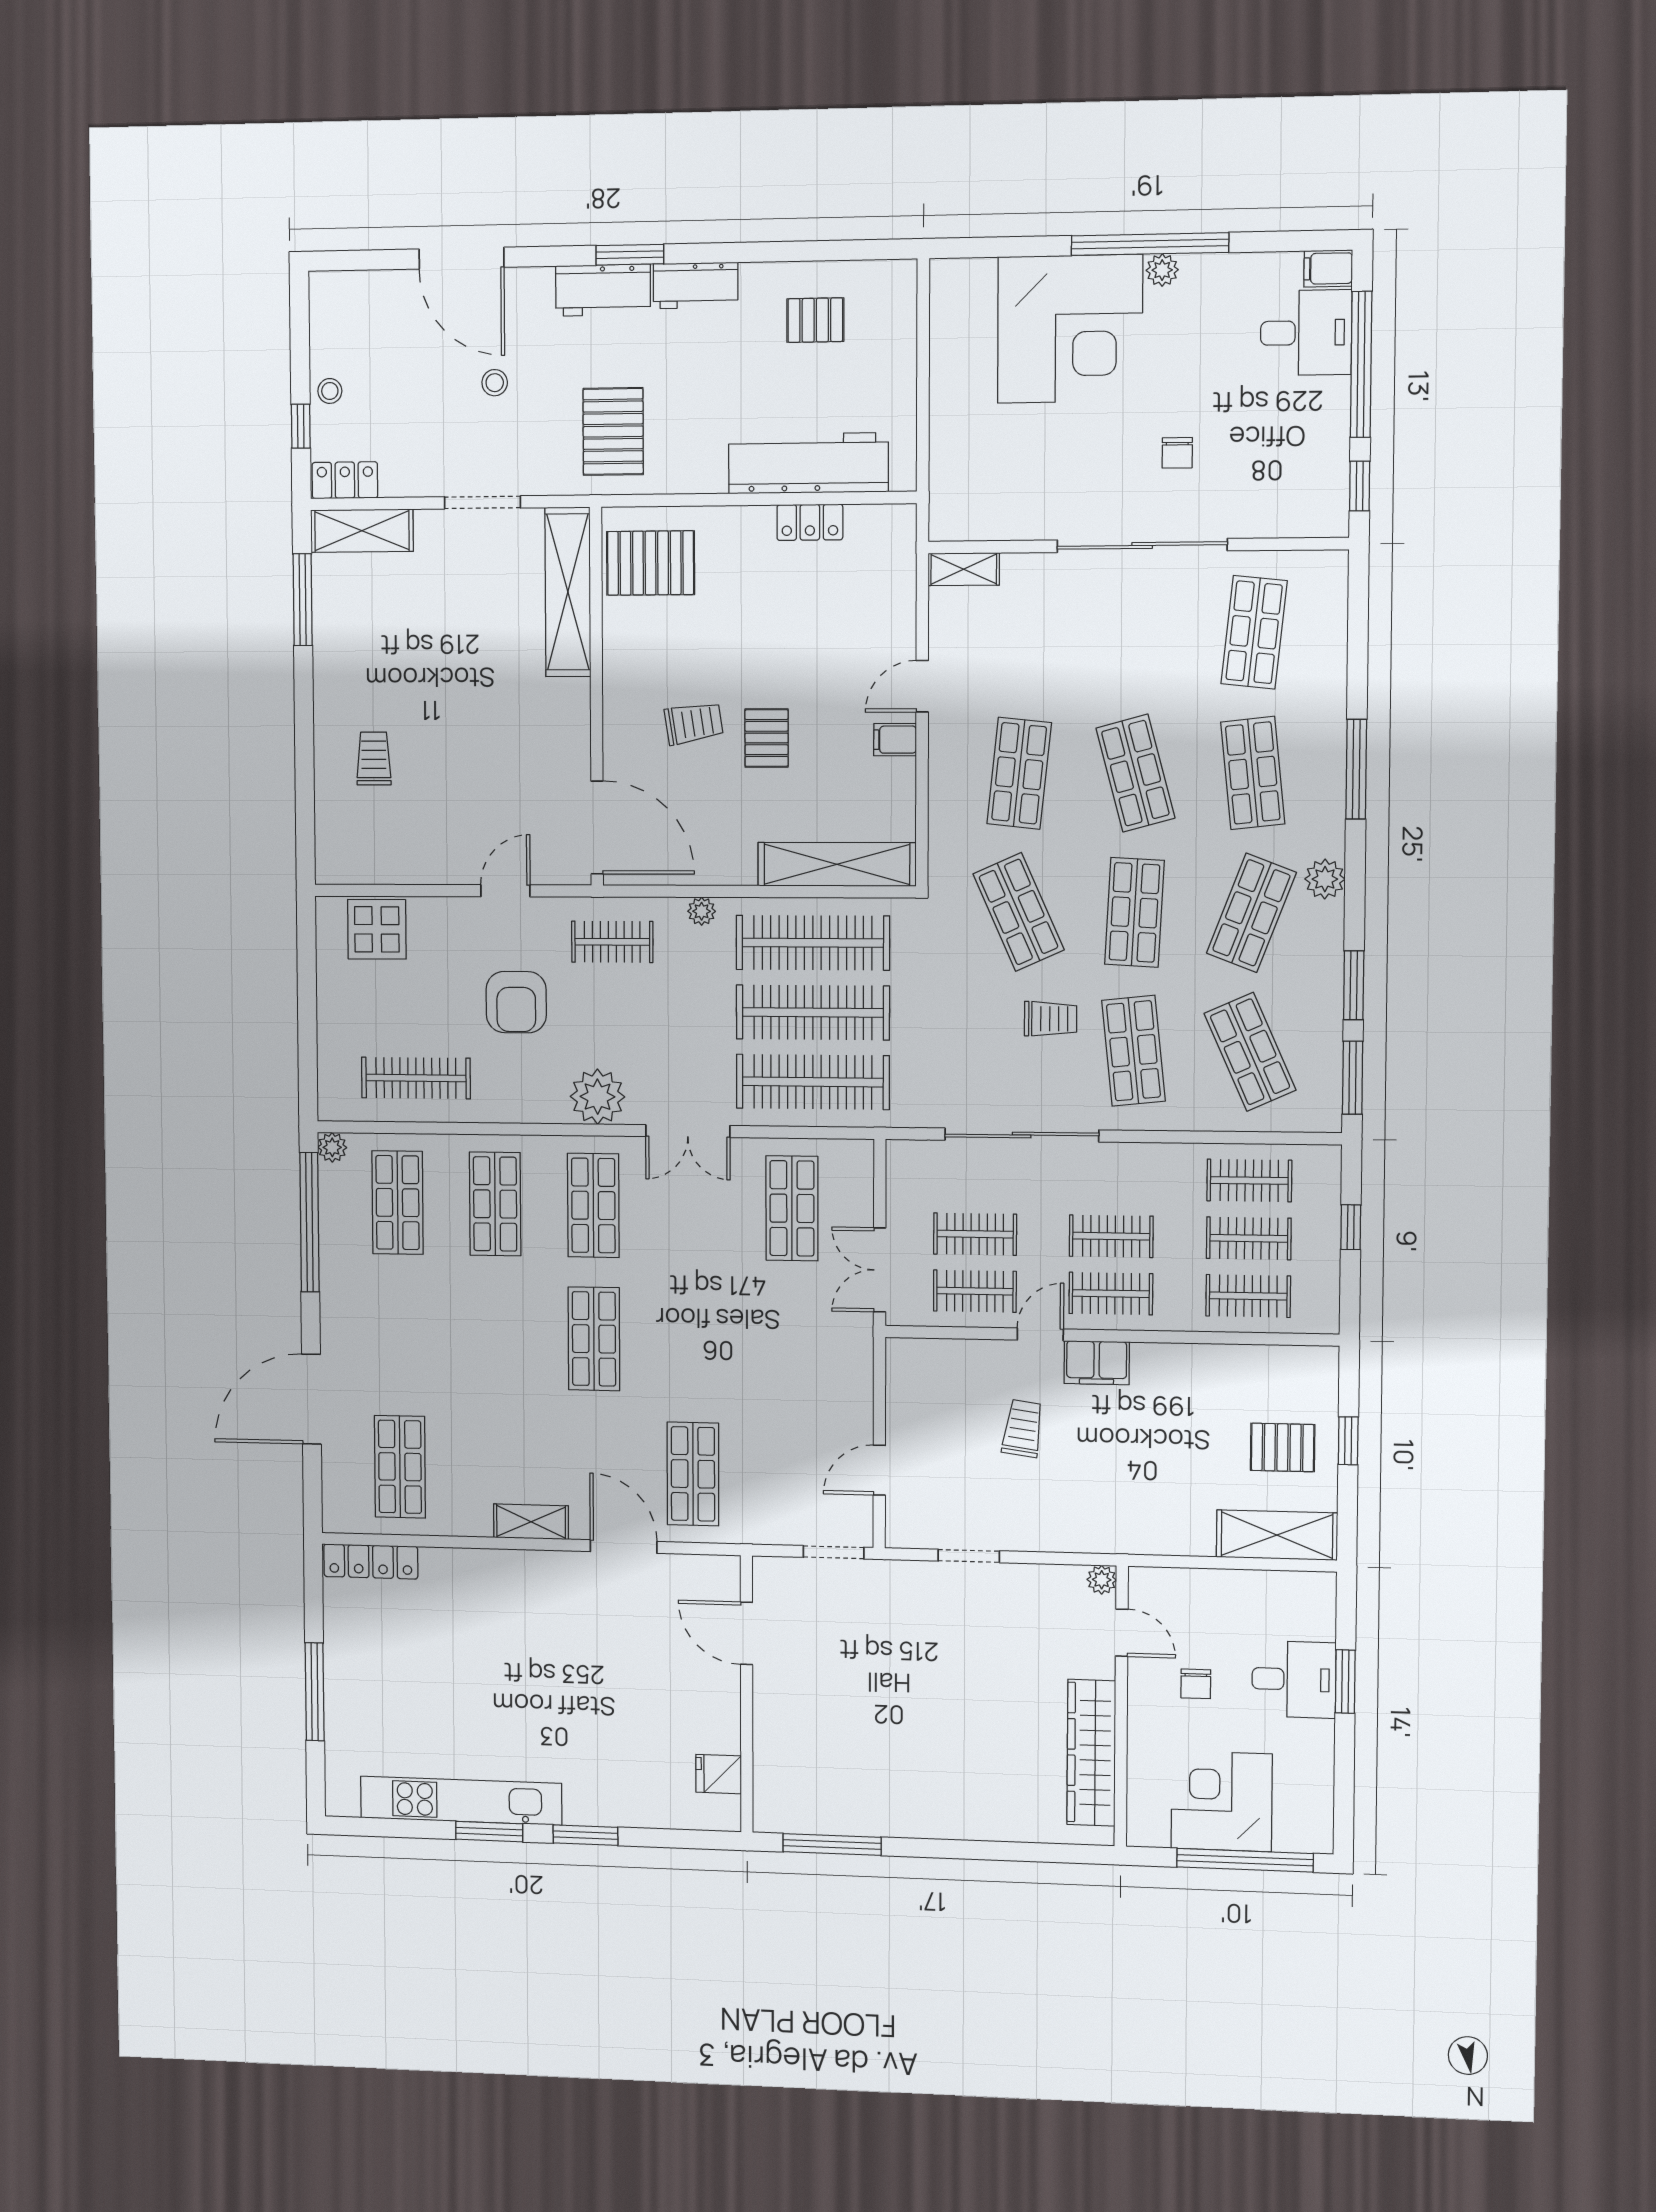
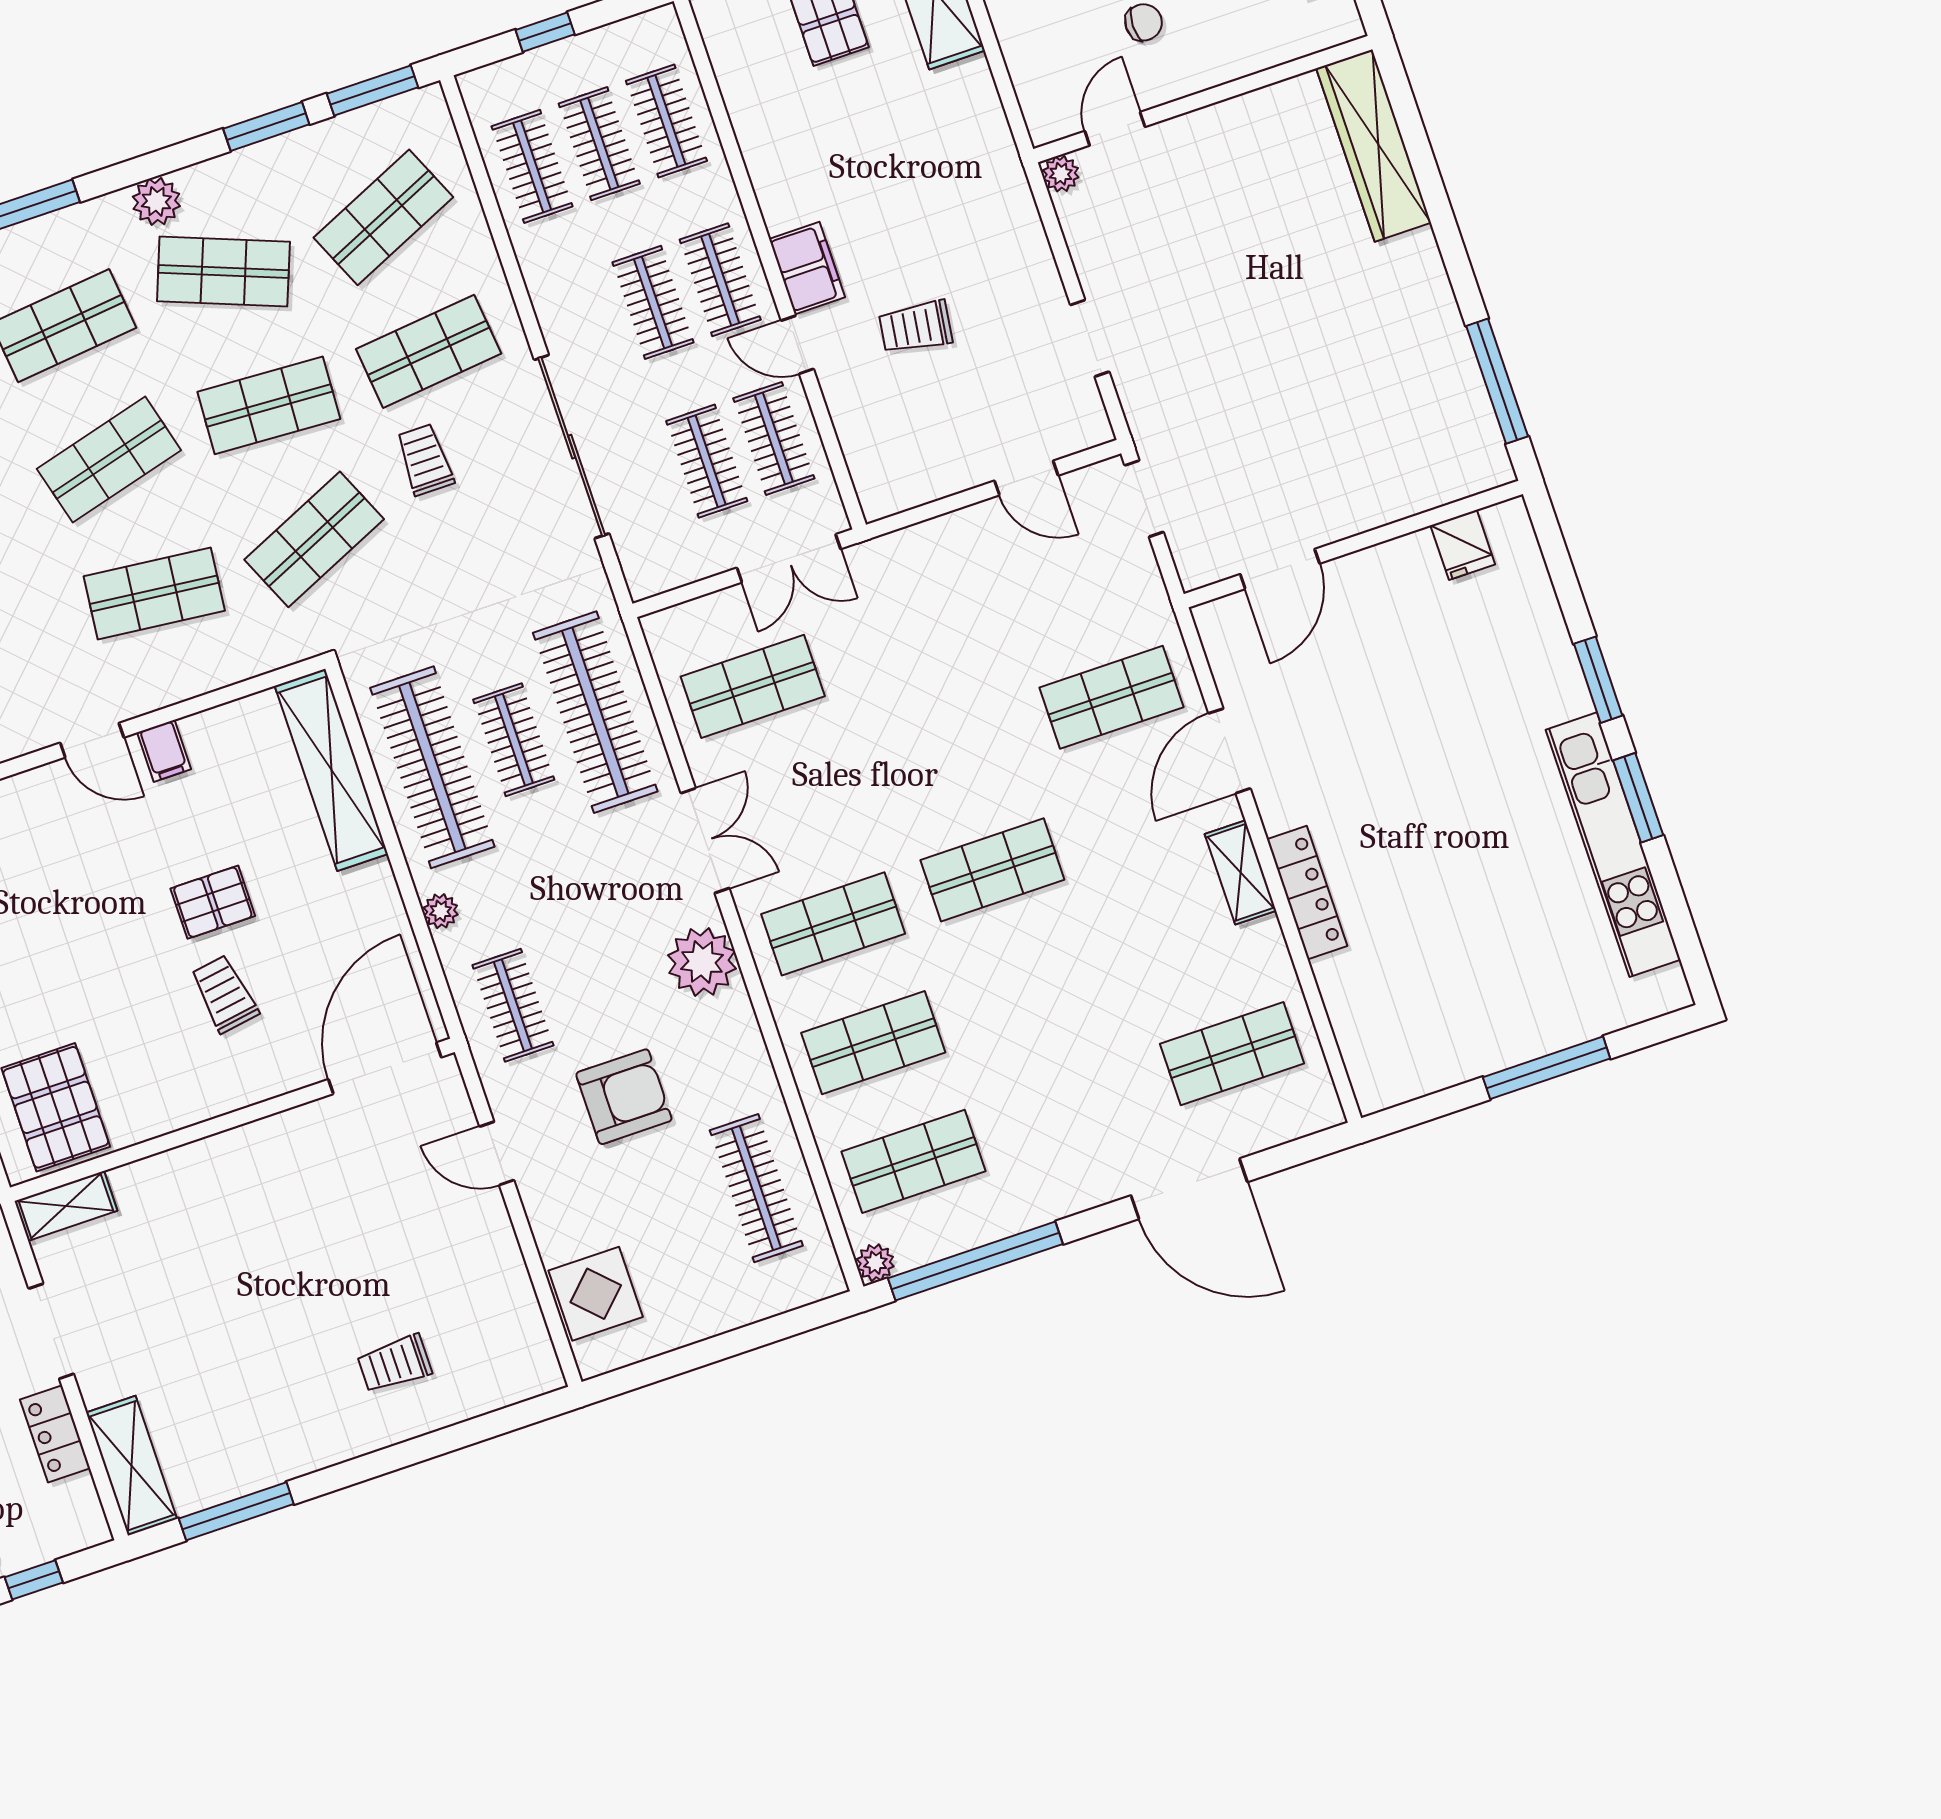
locker: (345, 480) -> (55, 1434), moved
shelving: (568, 592) -> (66, 1206), width x0.45, depth x0.75
clothes rail: (813, 1012) -> (514, 740), width x0.54, depth x0.76
locker: (371, 1561) -> (1307, 893), moved
wardrobe: (1091, 1753) -> (1374, 145), moved, turned 90

